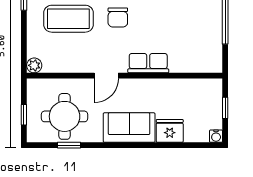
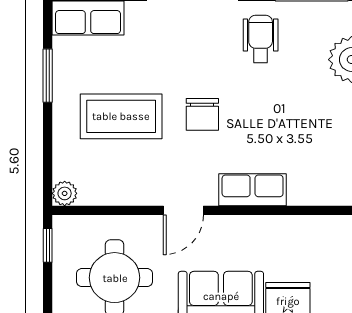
window: (24, 115) -> (48, 245), moved

